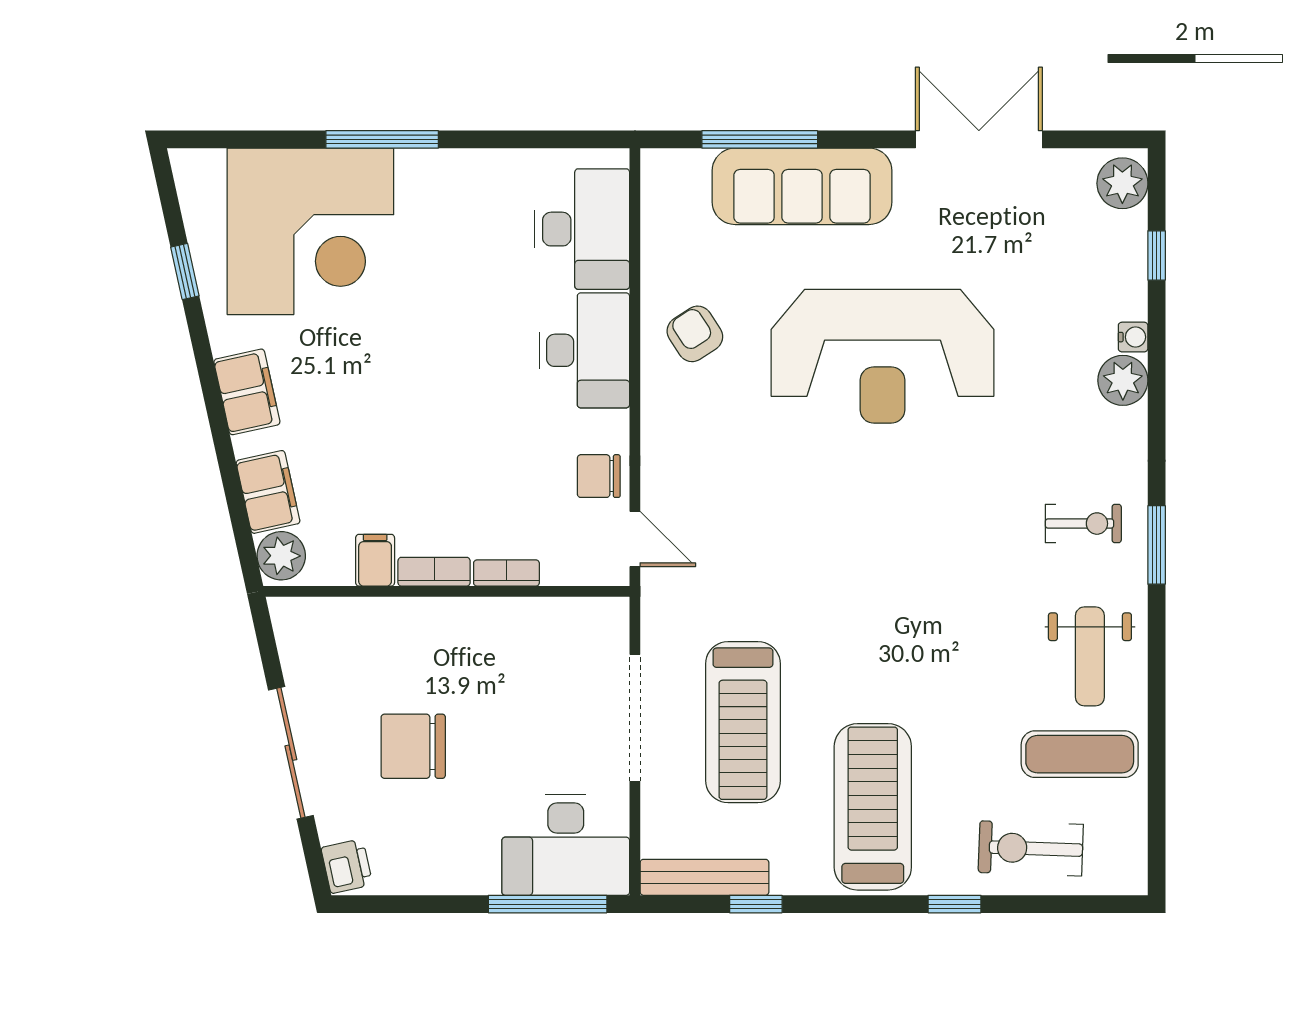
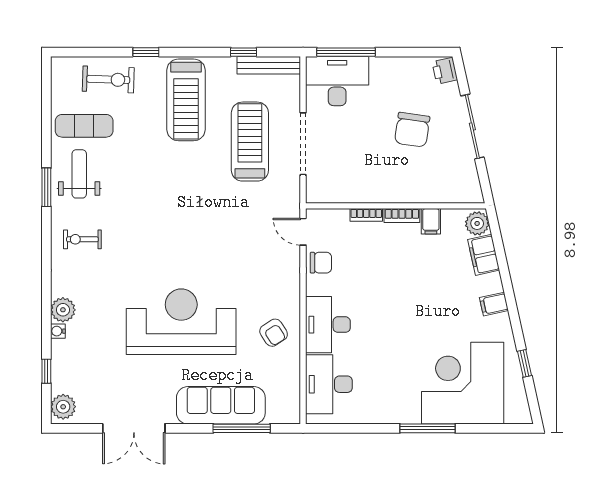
filing cabinet: (247, 392) -> (494, 304), width x0.50
window: (1157, 545) -> (46, 187), moved
chair: (413, 746) -> (412, 130), turned 98

